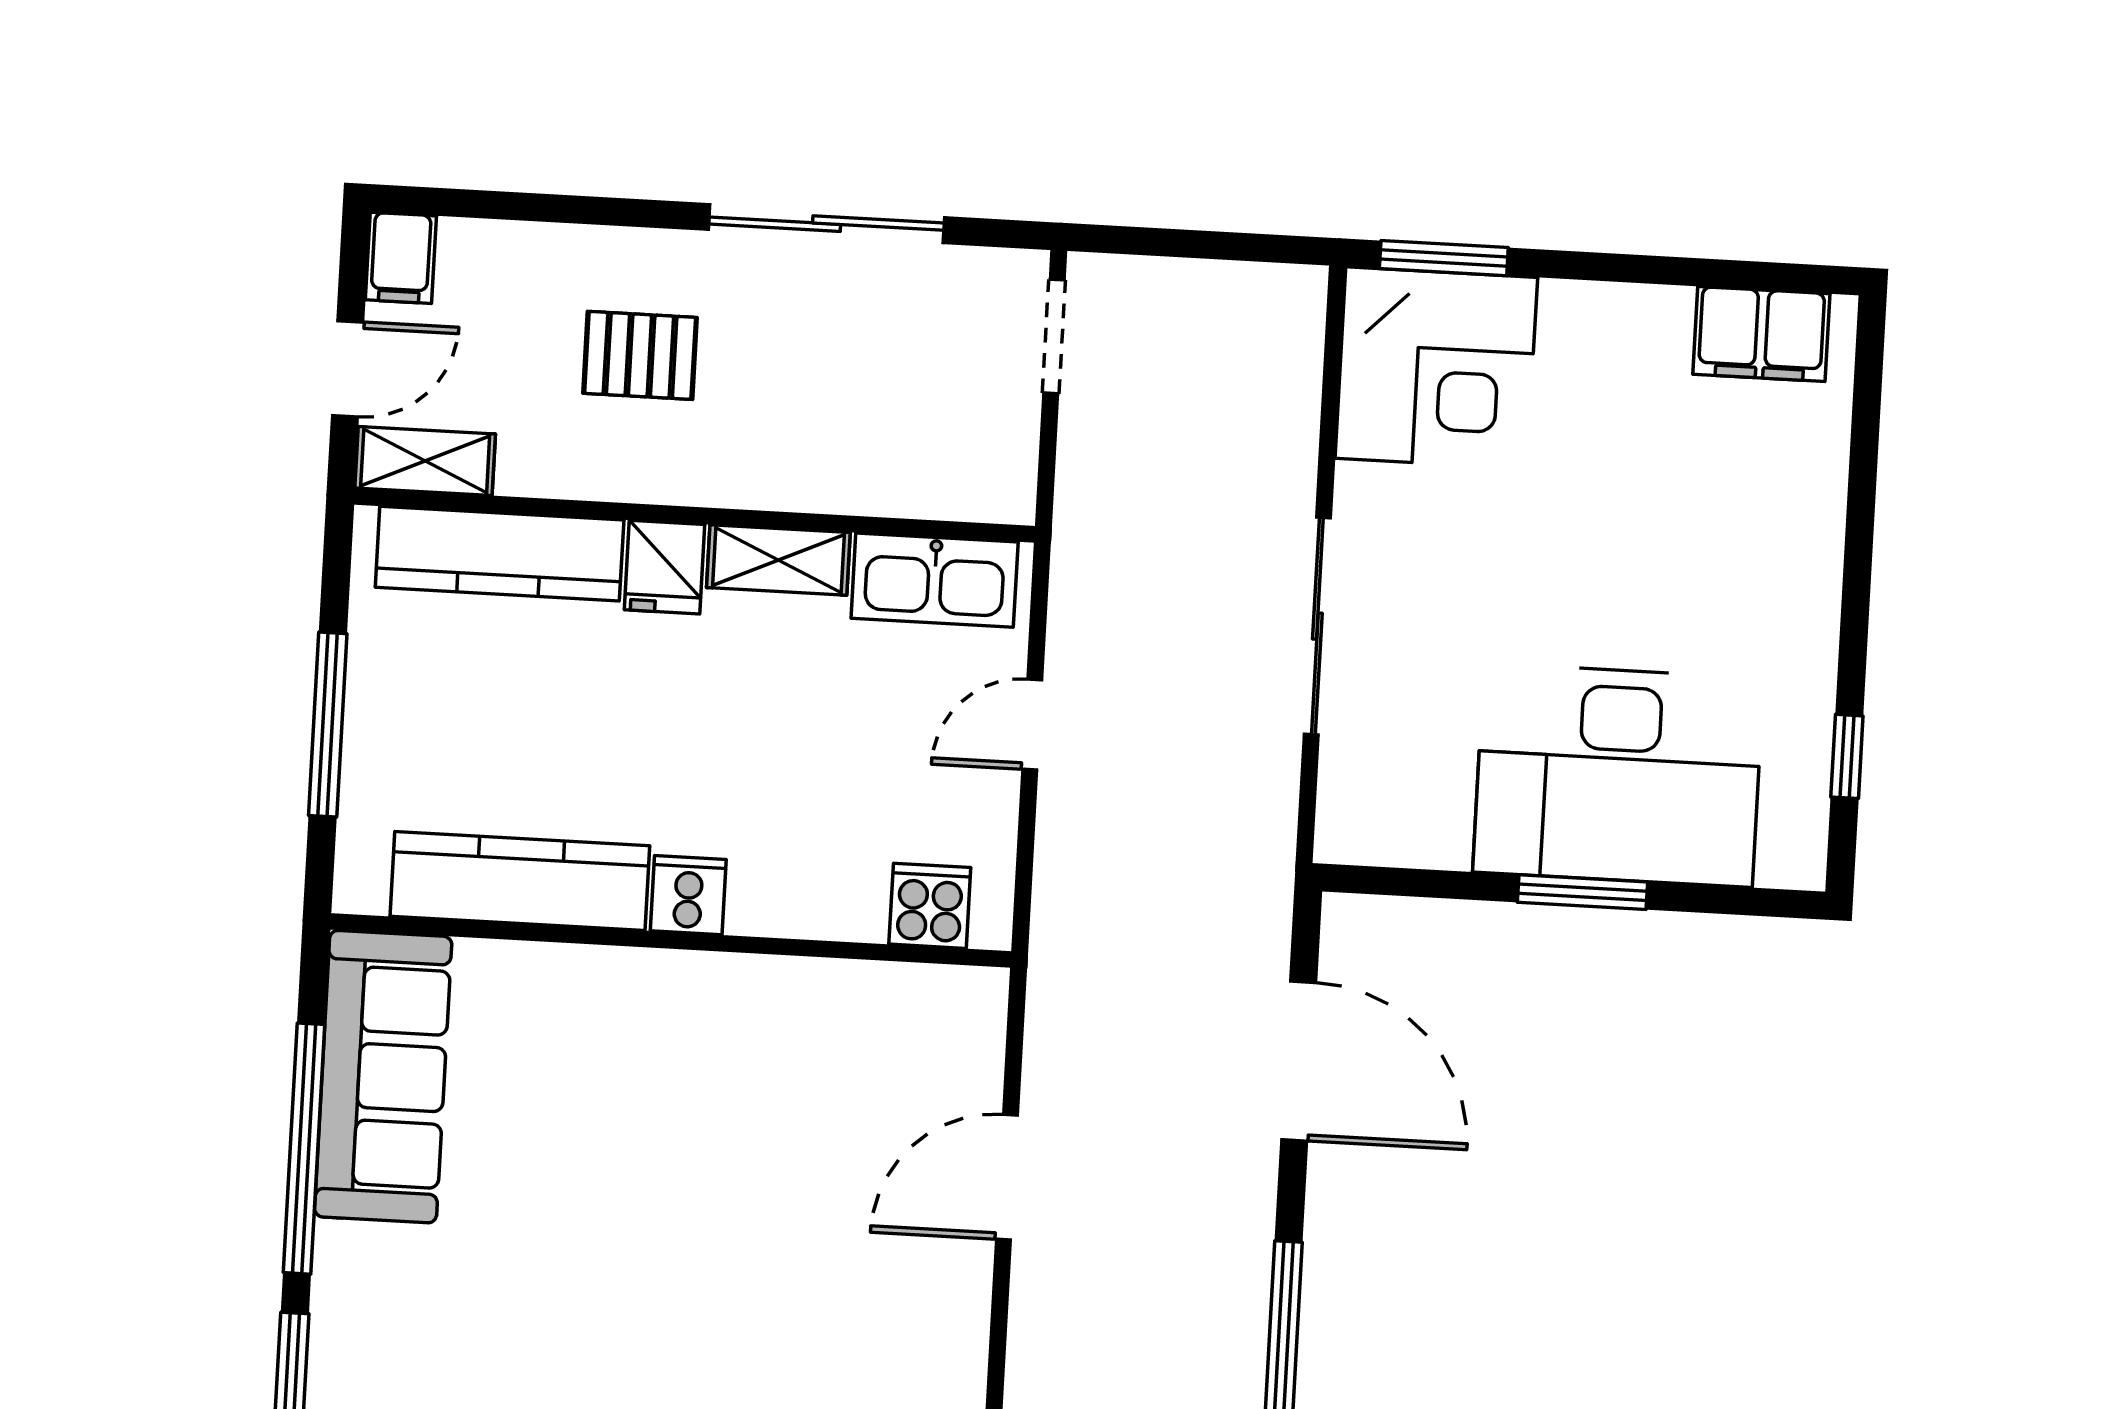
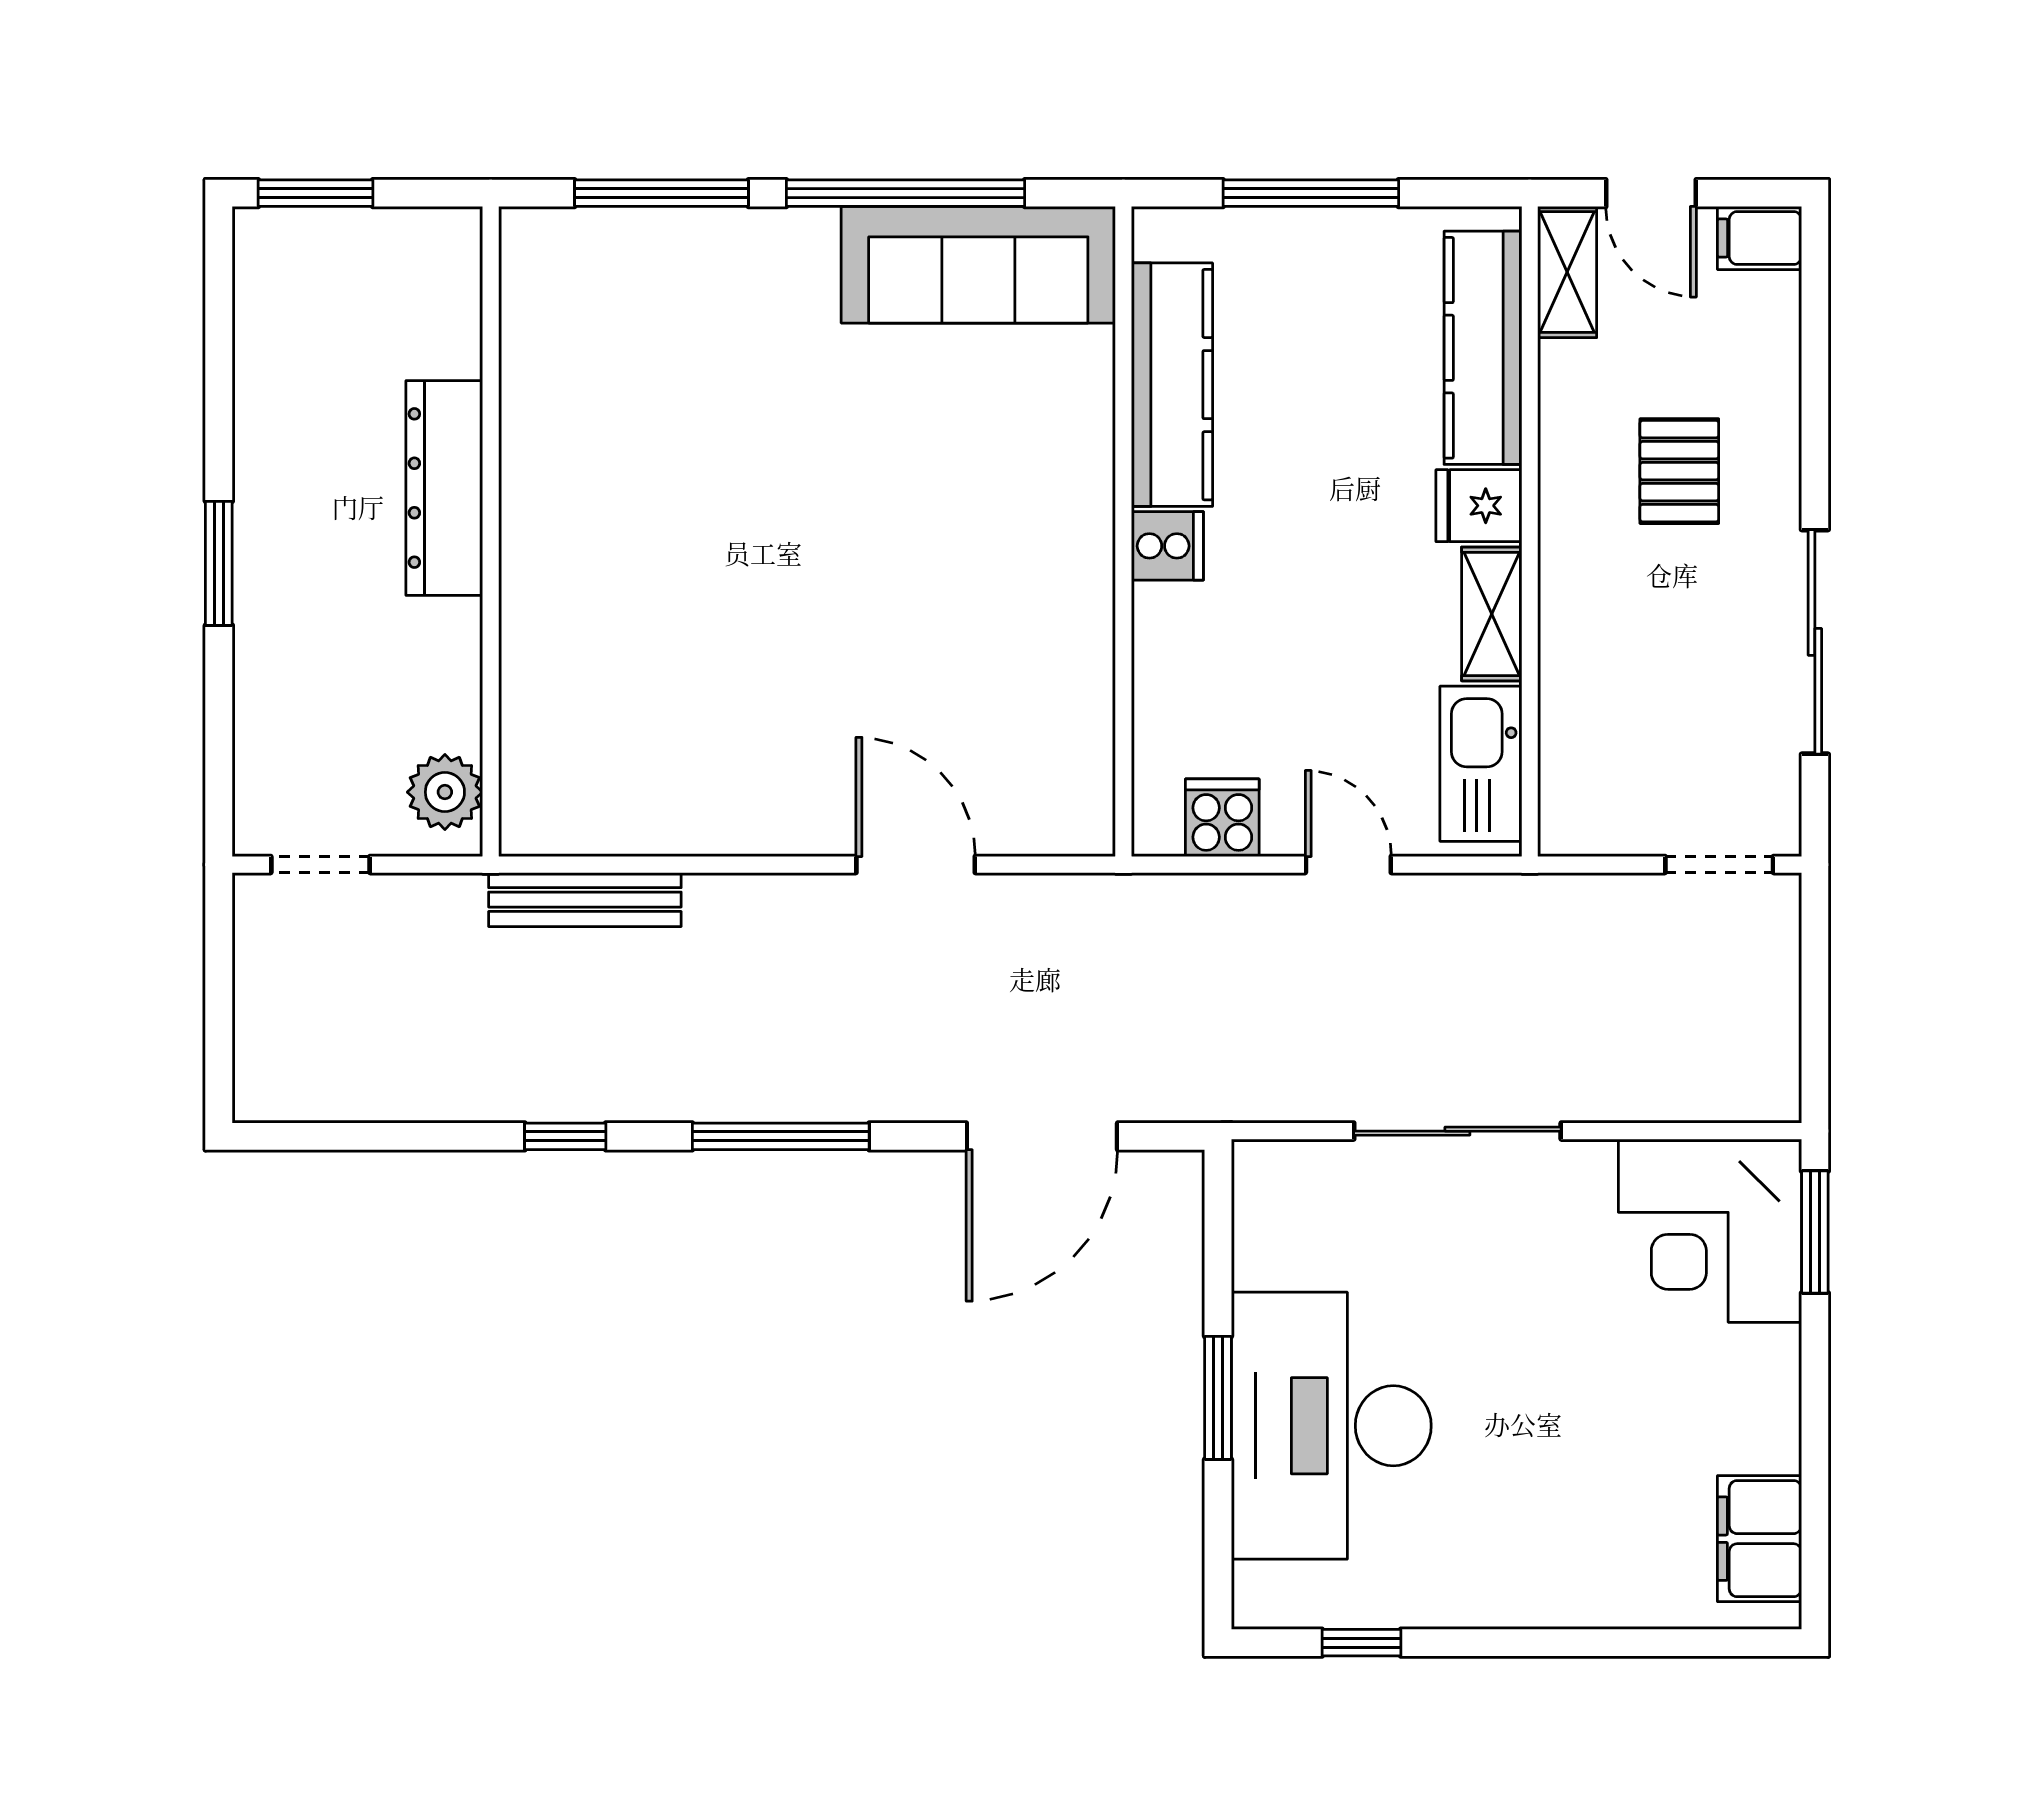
cooker: (930, 906) -> (1222, 818), moved, turned -90

